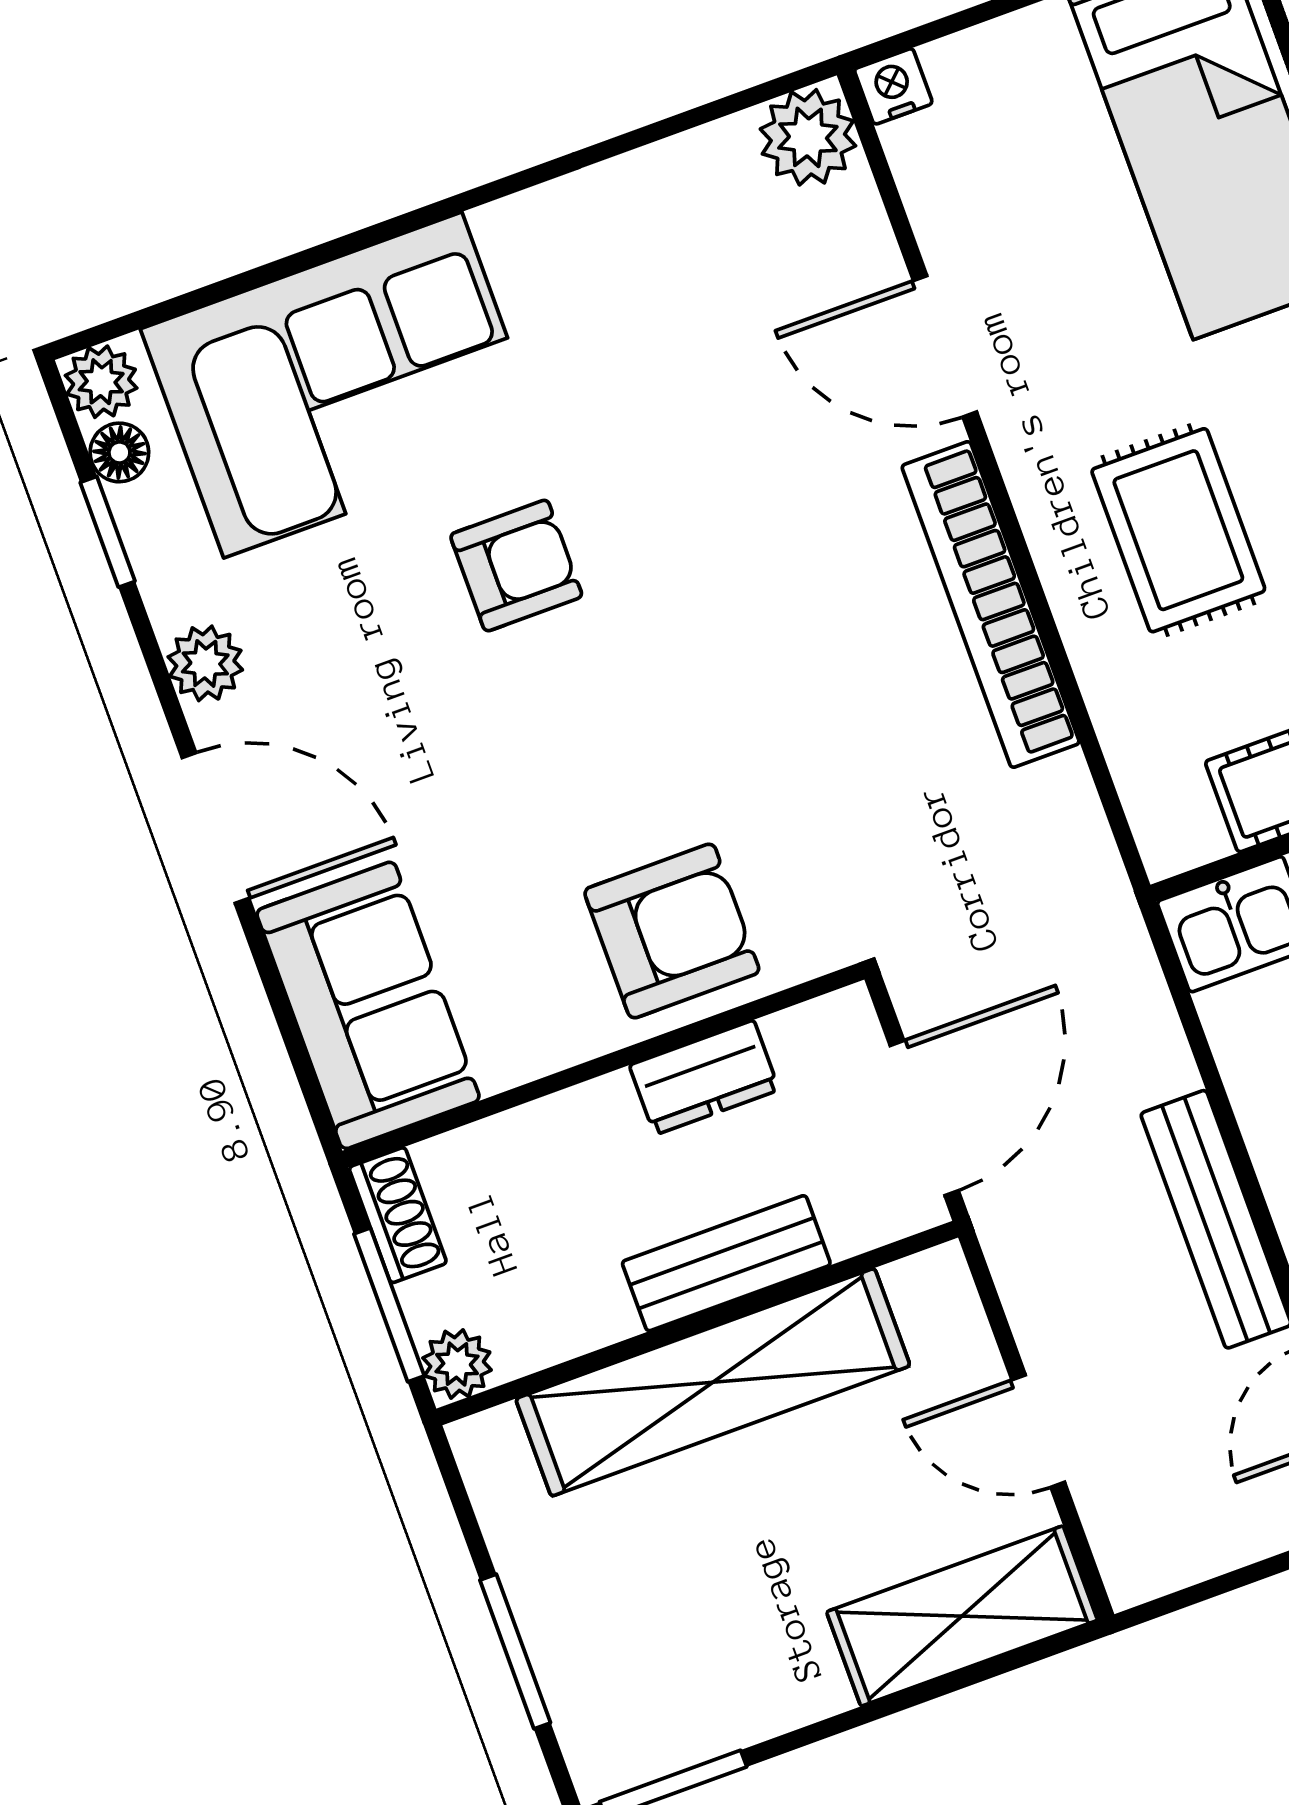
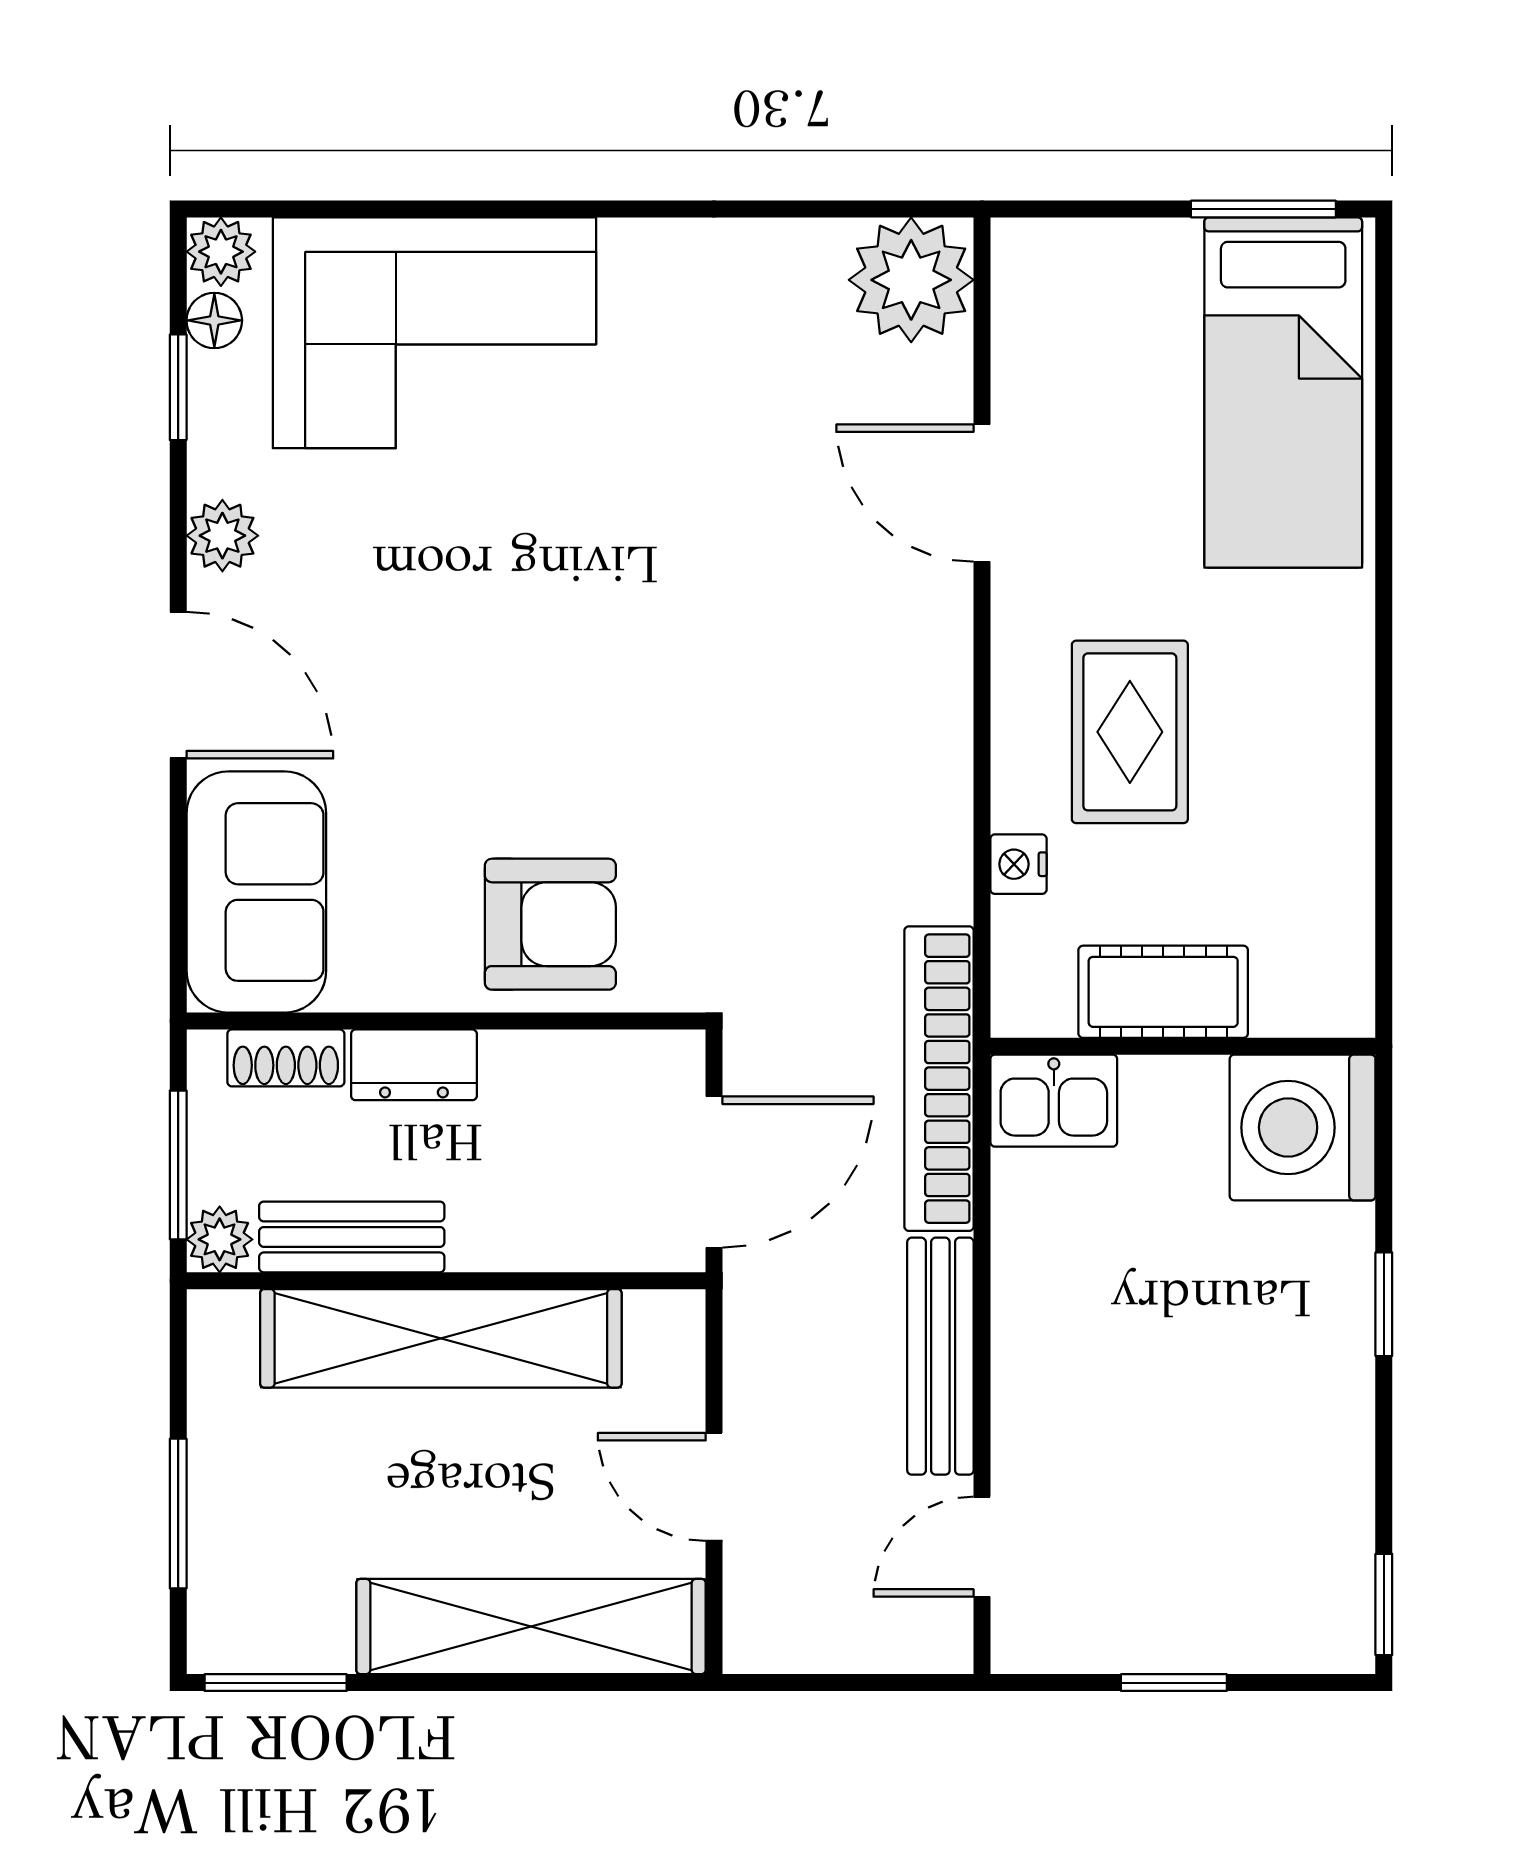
nightstand: (893, 86) -> (1018, 864), moved, turned -90
plant: (808, 137) -> (911, 280), width x1.36, depth x1.36
armchair: (516, 566) -> (530, 549), removed
bookcase: (991, 605) -> (939, 1079), moved
dresser: (704, 1078) -> (414, 1065), moved
shoe rack: (398, 1215) -> (286, 1058), moved, turned 90
bench: (726, 1263) -> (352, 1237), moved
shelving: (962, 1616) -> (531, 1627), width x1.47

